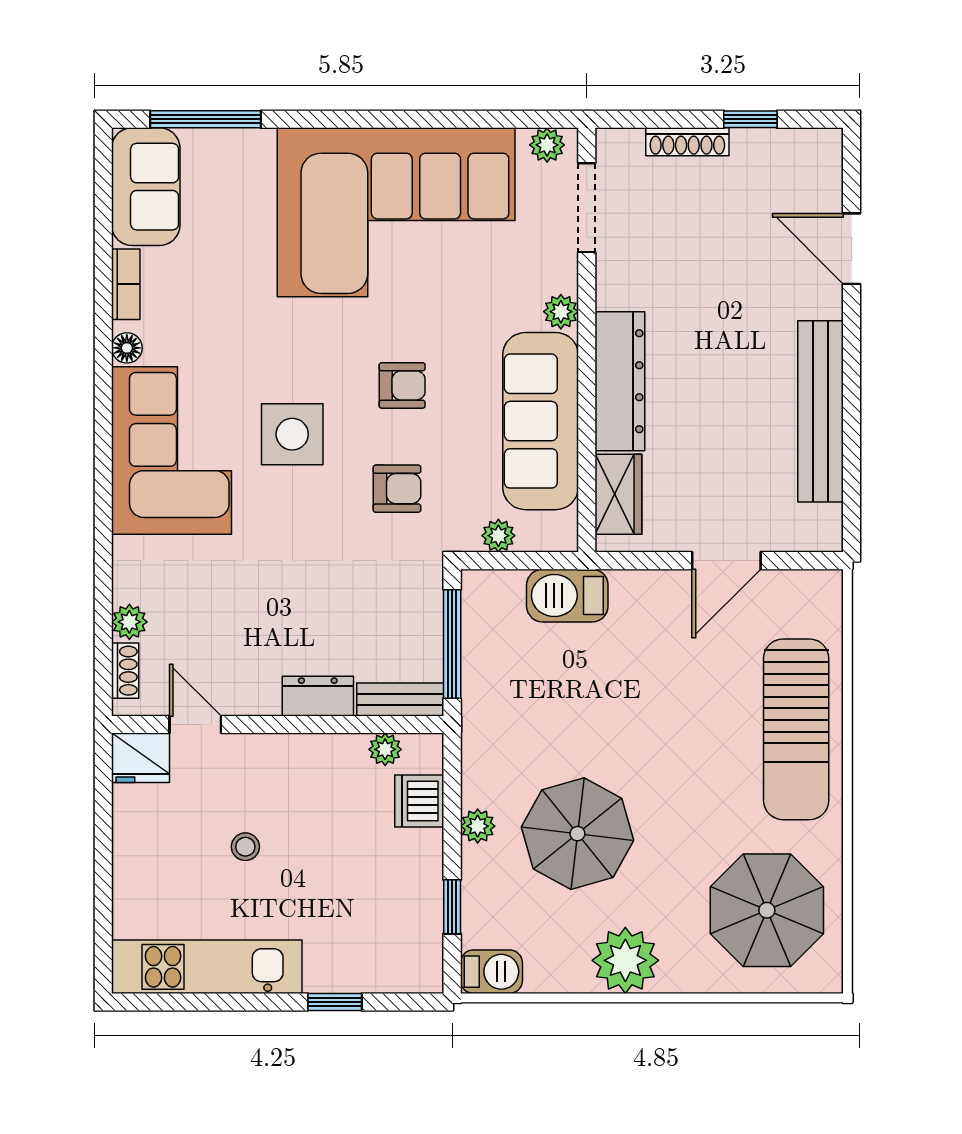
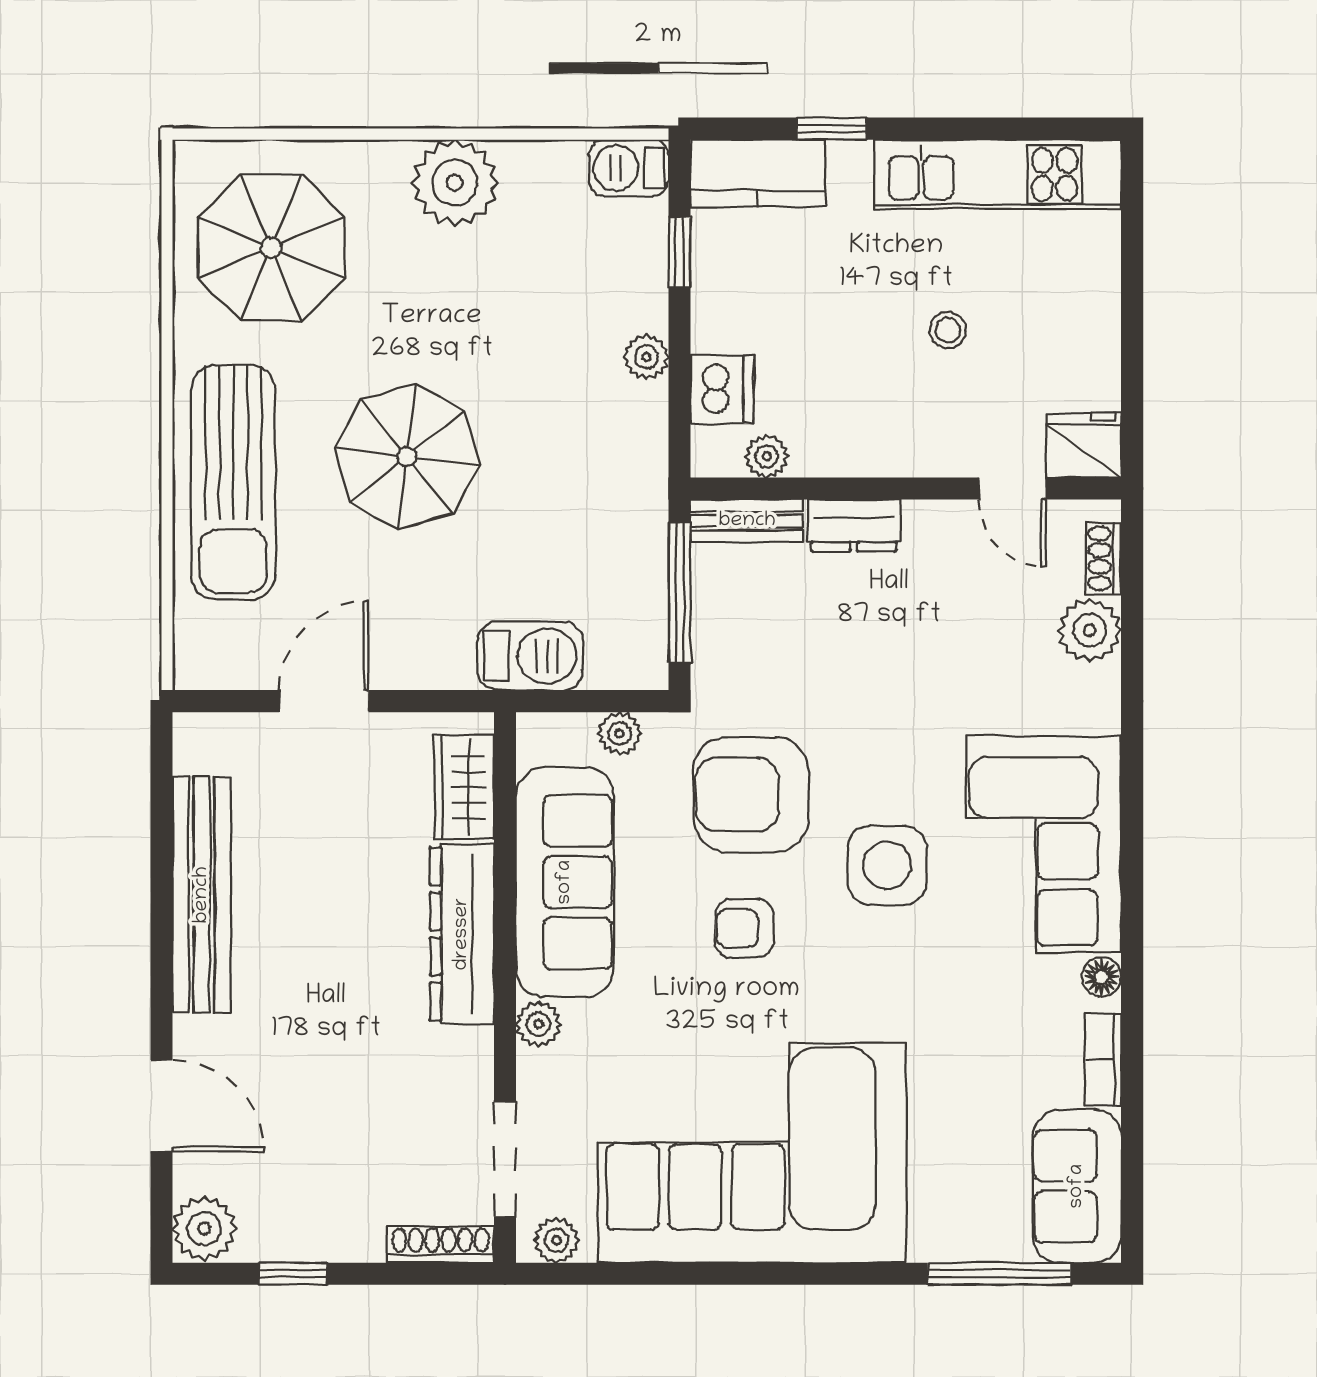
shoe rack: (687, 142) -> (440, 1245), moved
plant: (819, 154) -> (204, 1229), added
armchair: (397, 489) -> (751, 795), width x1.88, depth x1.88
plant: (129, 622) -> (1090, 630), width x1.38, depth x1.38
sun lounger: (796, 729) -> (233, 482), turned 180
parasol: (577, 834) -> (407, 457), moved
kitchen counter: (392, 968) -> (758, 173), added

